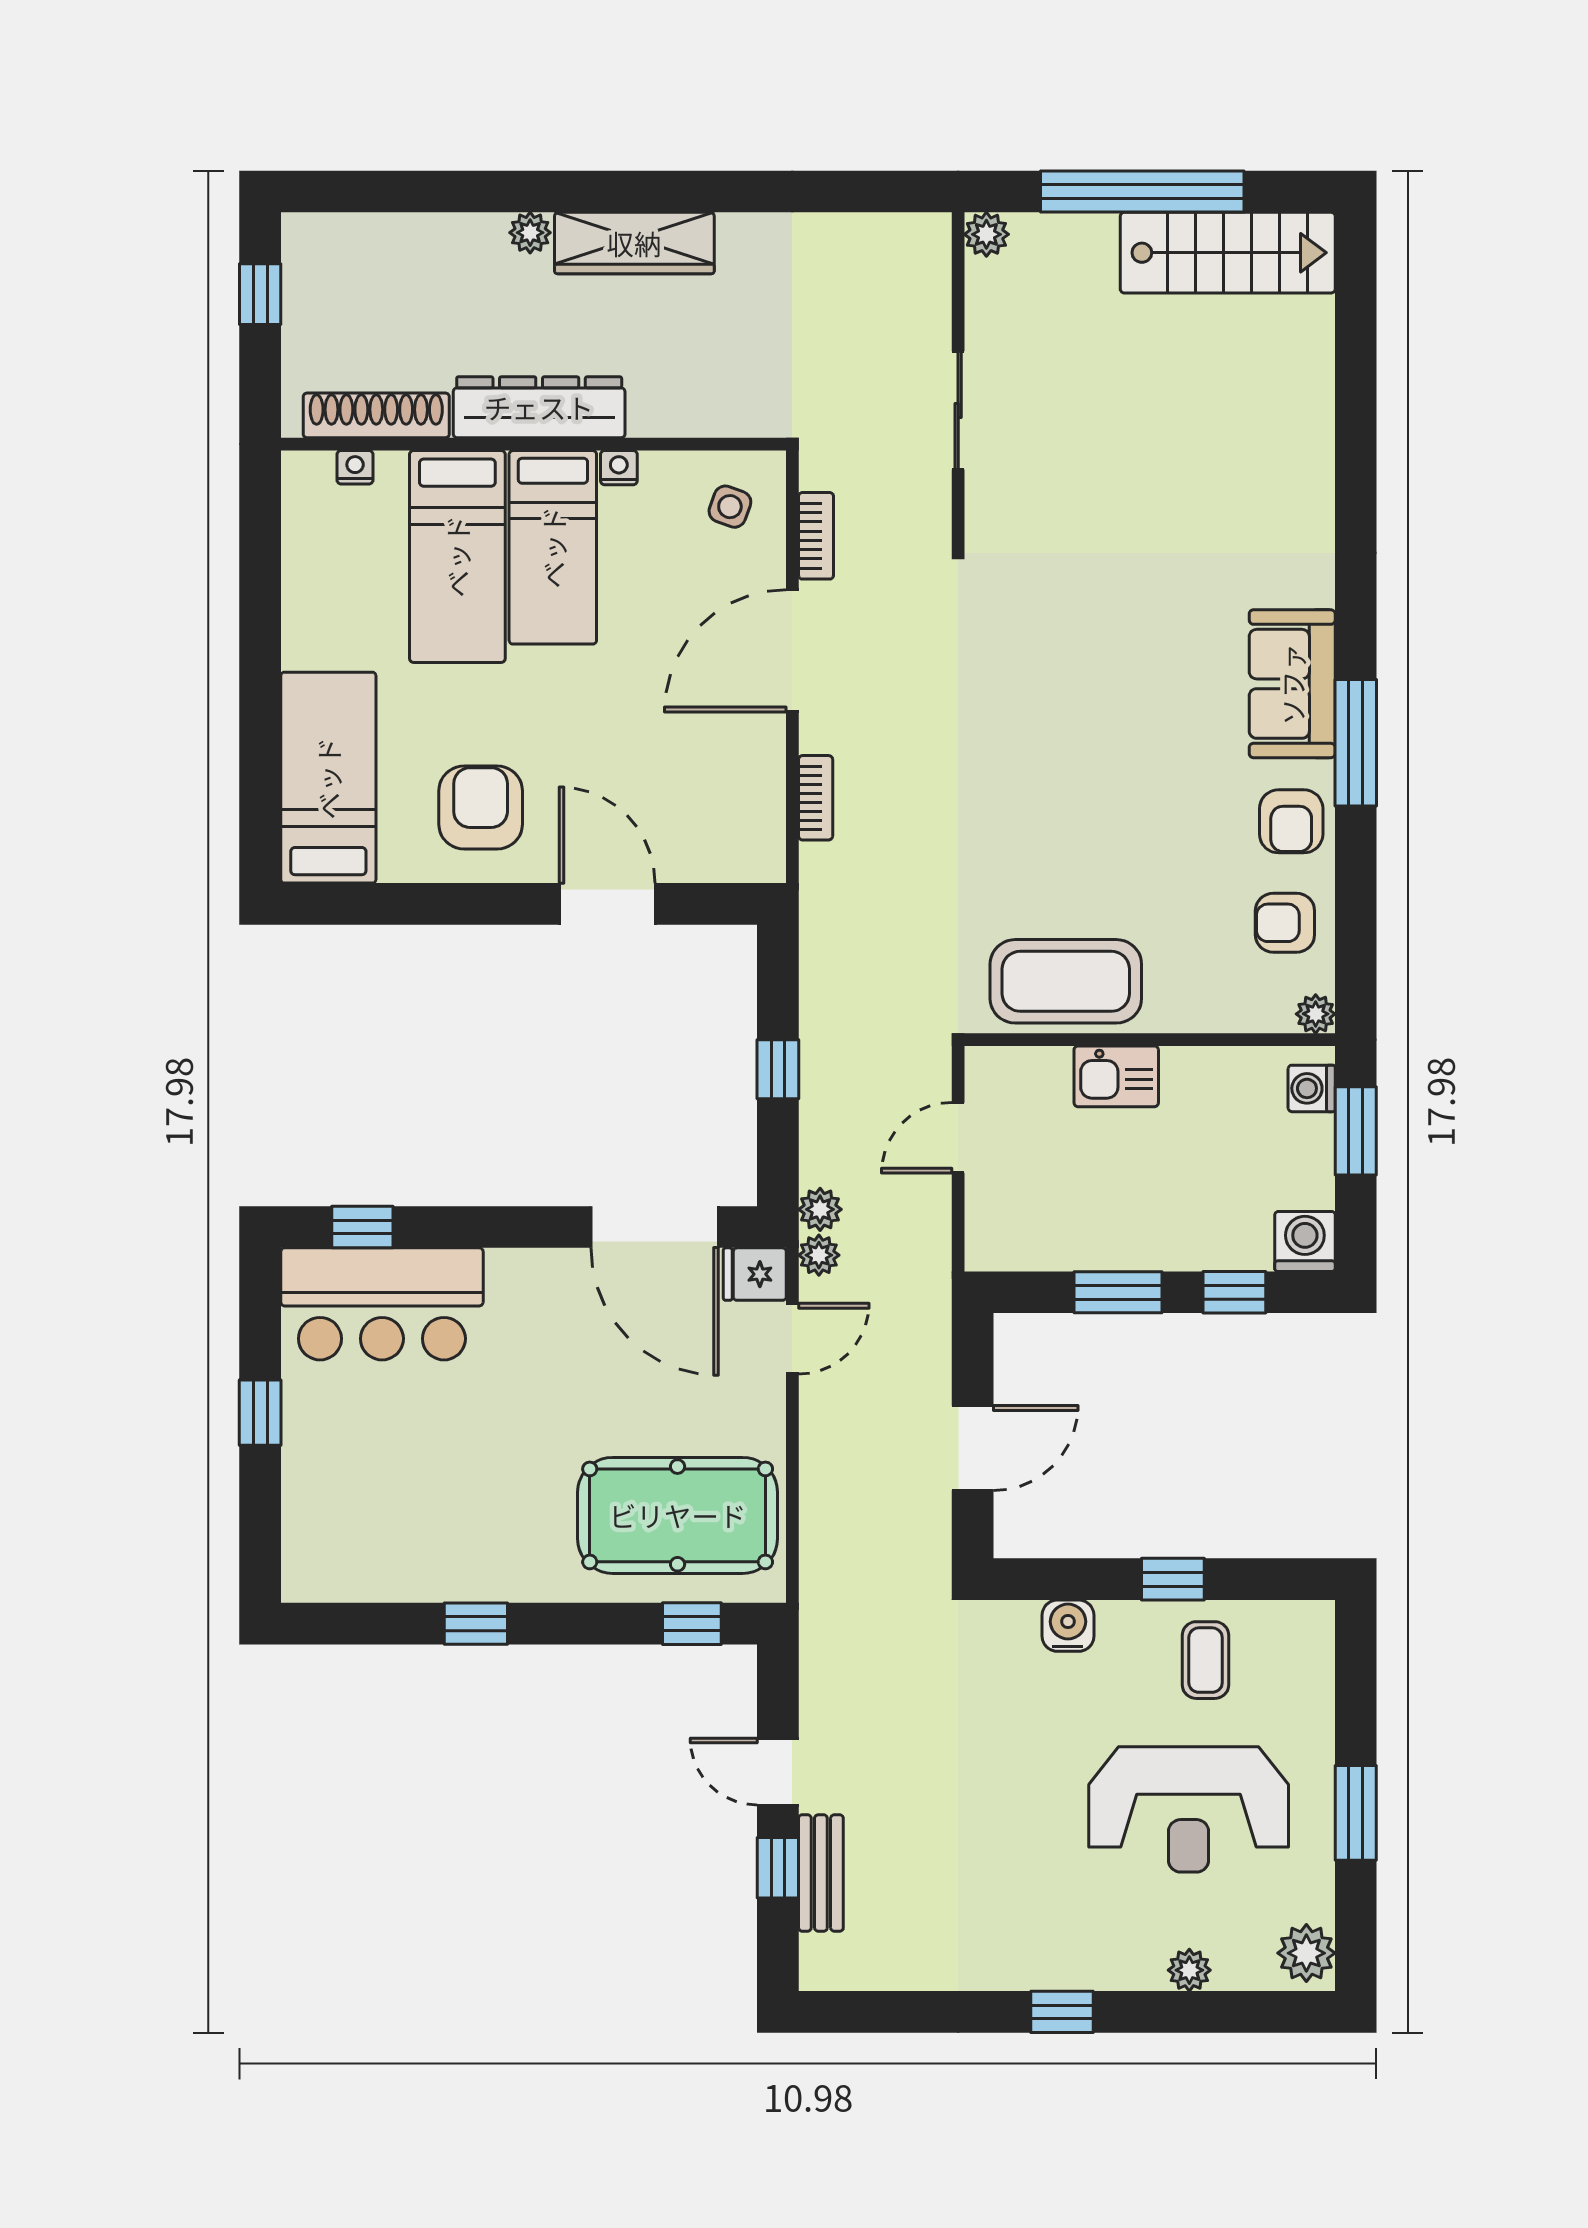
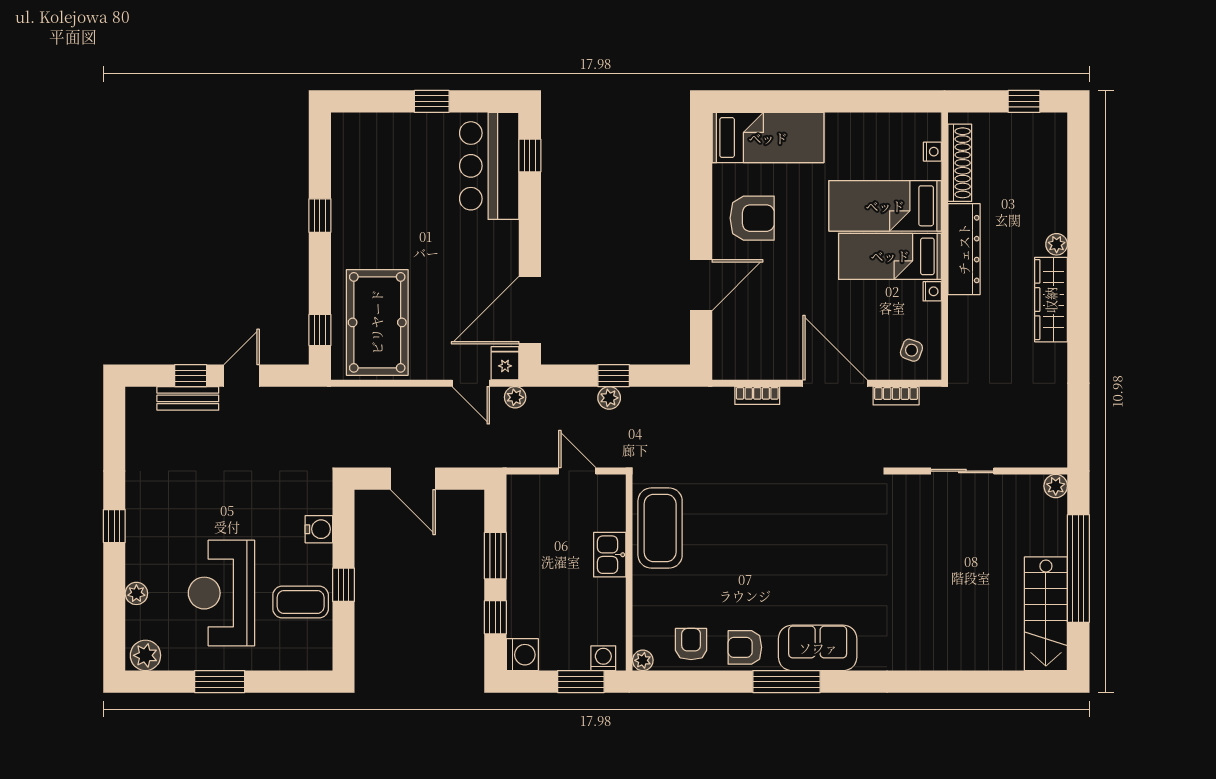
plant: (820, 1209) -> (609, 398), moved
coffee table: (1206, 1660) -> (301, 602), width x1.36, depth x1.30

